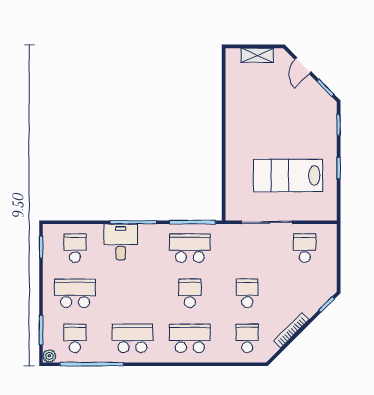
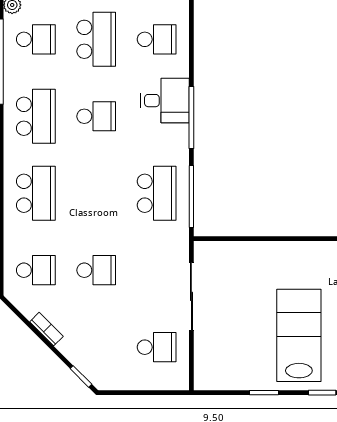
lab bench: (288, 176) -> (299, 335), moved
school desk: (190, 293) -> (96, 116), moved
bookcase: (291, 330) -> (46, 329), width x0.64

